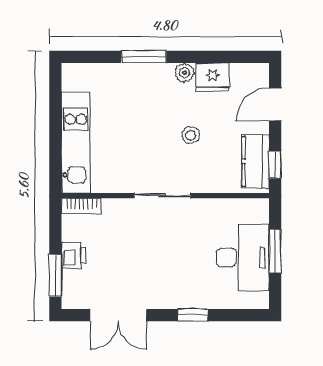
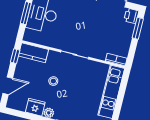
kitchen counter: (256, 161) -> (33, 53), moved, turned 90
printer: (74, 255) -> (131, 16), moved

